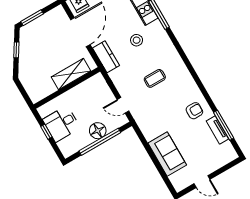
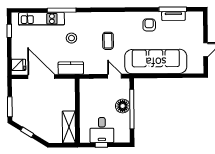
shelving: (71, 74) -> (69, 127), moved
door: (123, 105) -> (114, 76), swing flipped
sofa: (167, 154) -> (156, 61), width x1.85, depth x1.27

